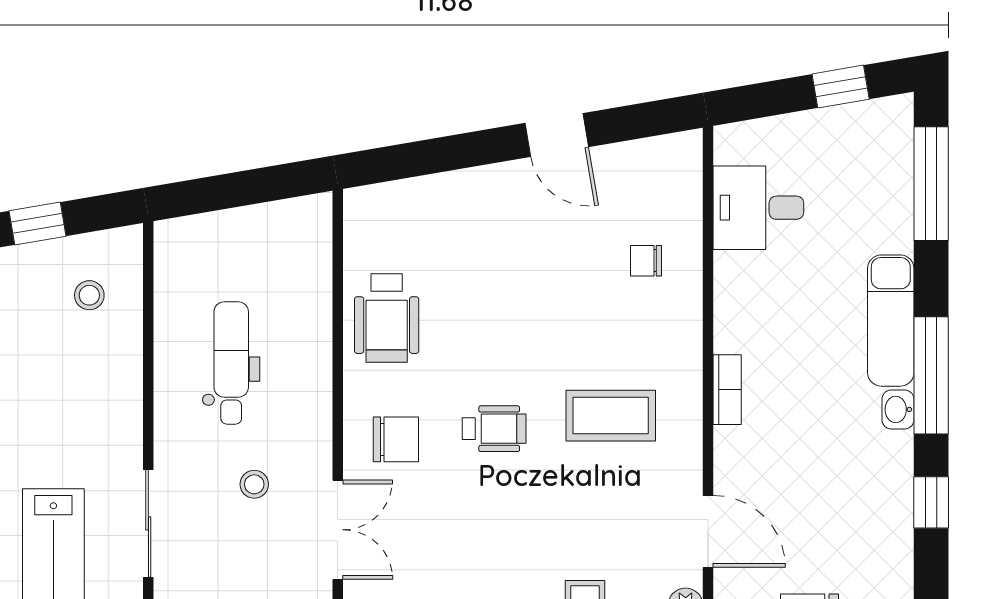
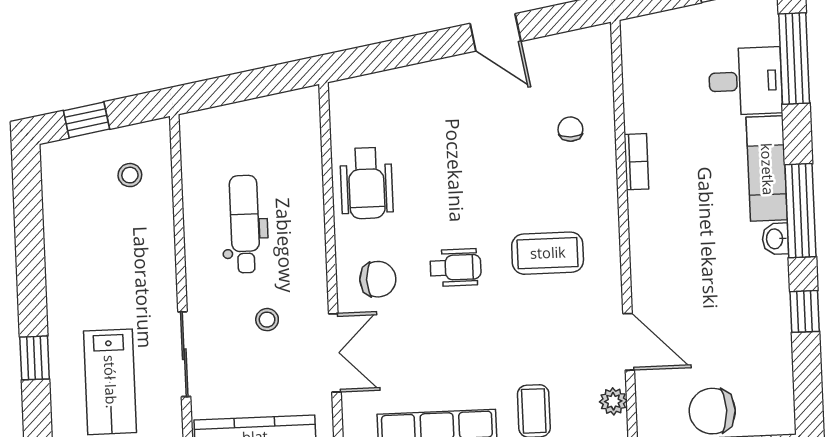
desk: (758, 208) -> (745, 81), moved, turned 180
chair: (646, 261) -> (570, 129), turned 90
bookcase: (727, 390) -> (636, 162), moved

